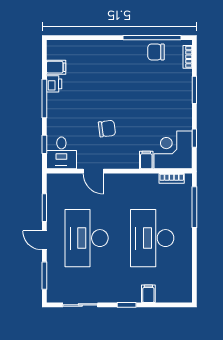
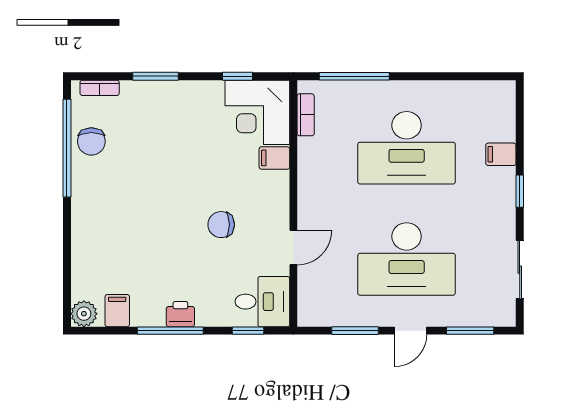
plant: (54, 48) -> (84, 314), added
printer: (54, 84) -> (180, 314), moved
chair: (107, 129) -> (221, 225), turned -83

